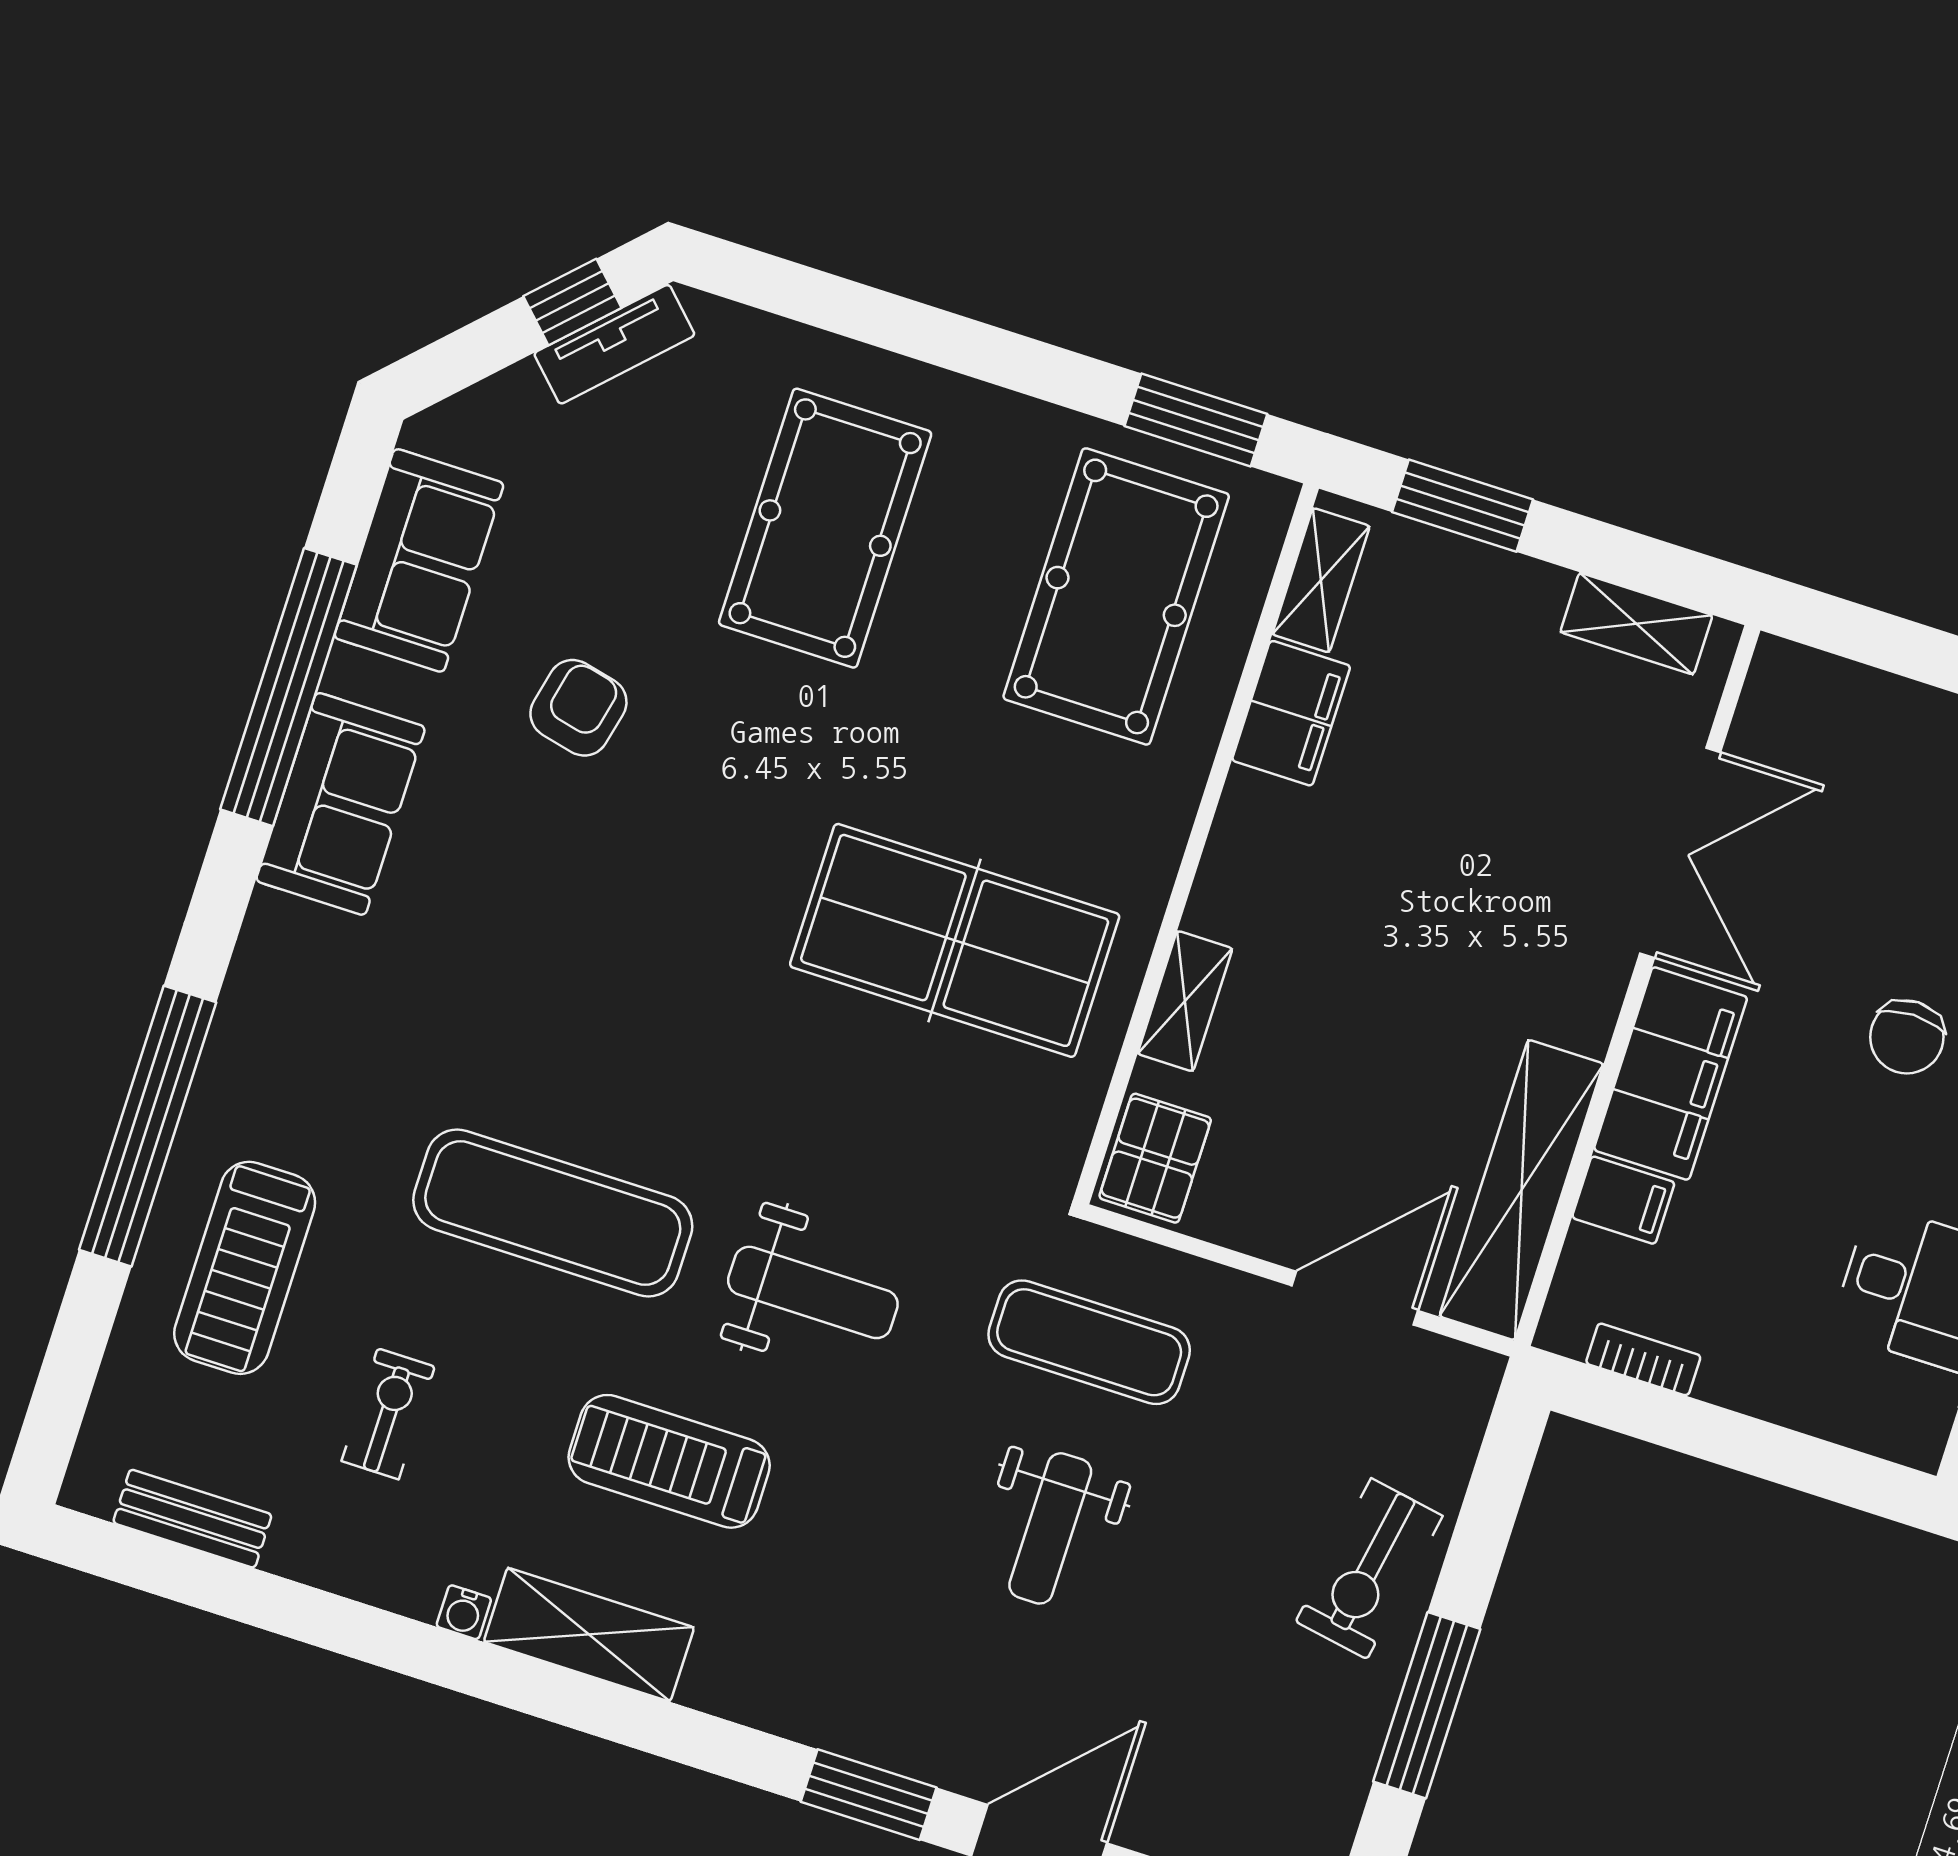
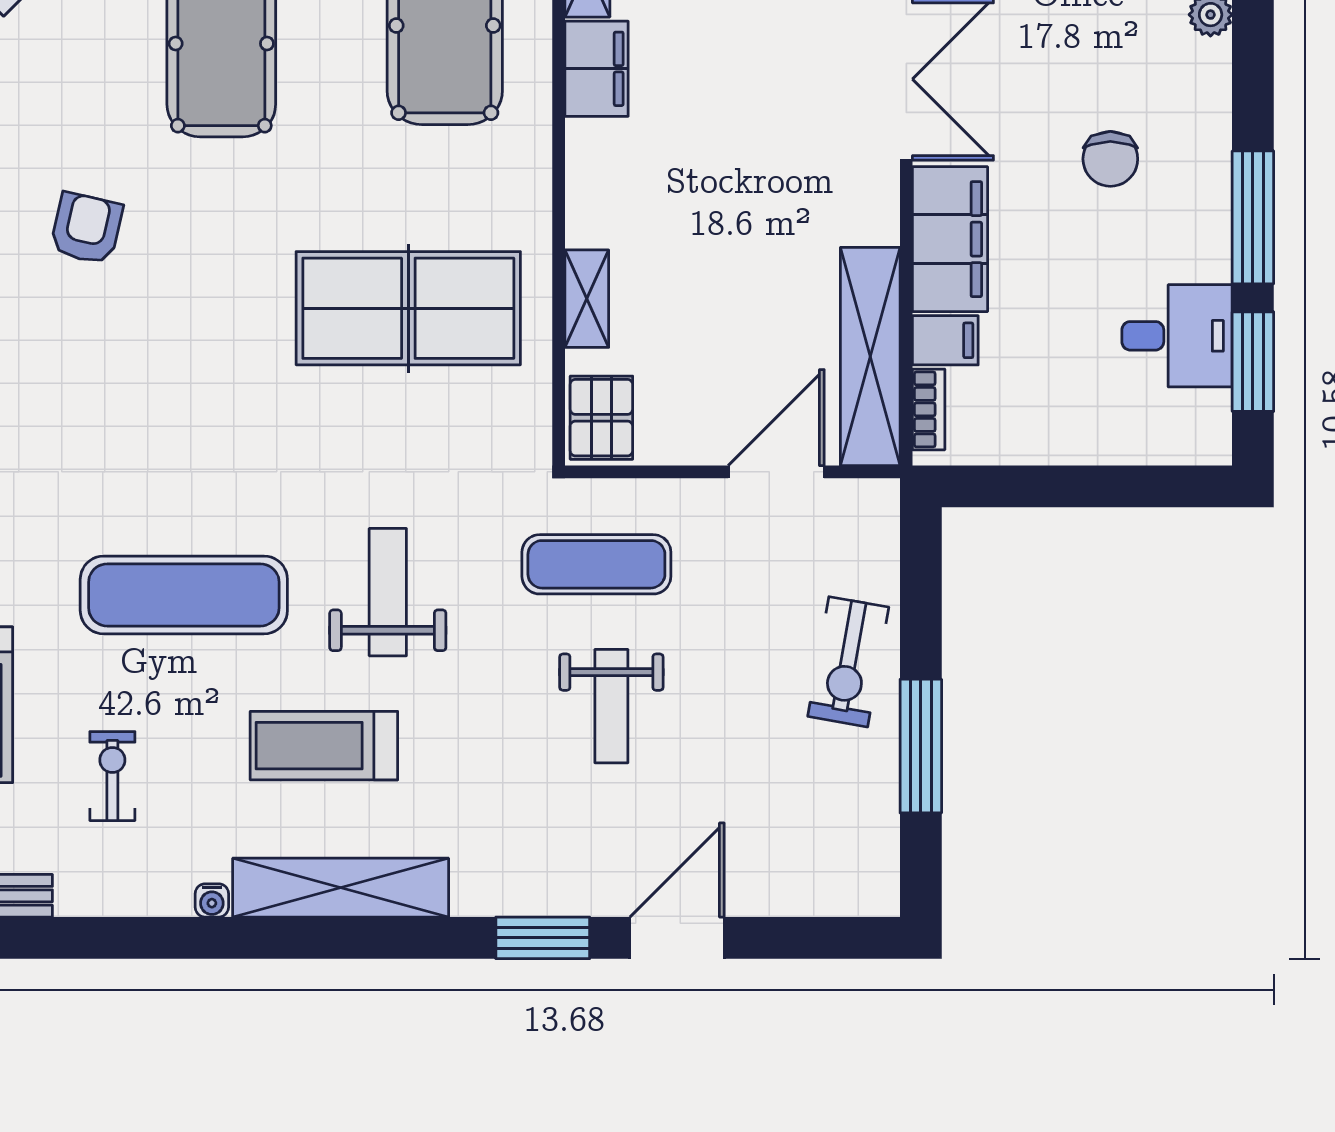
weight bench: (813, 1292) -> (388, 592), turned -90
bookcase: (1643, 1359) -> (929, 409), moved, turned 90
shelving: (589, 1635) -> (341, 888), width x1.47

